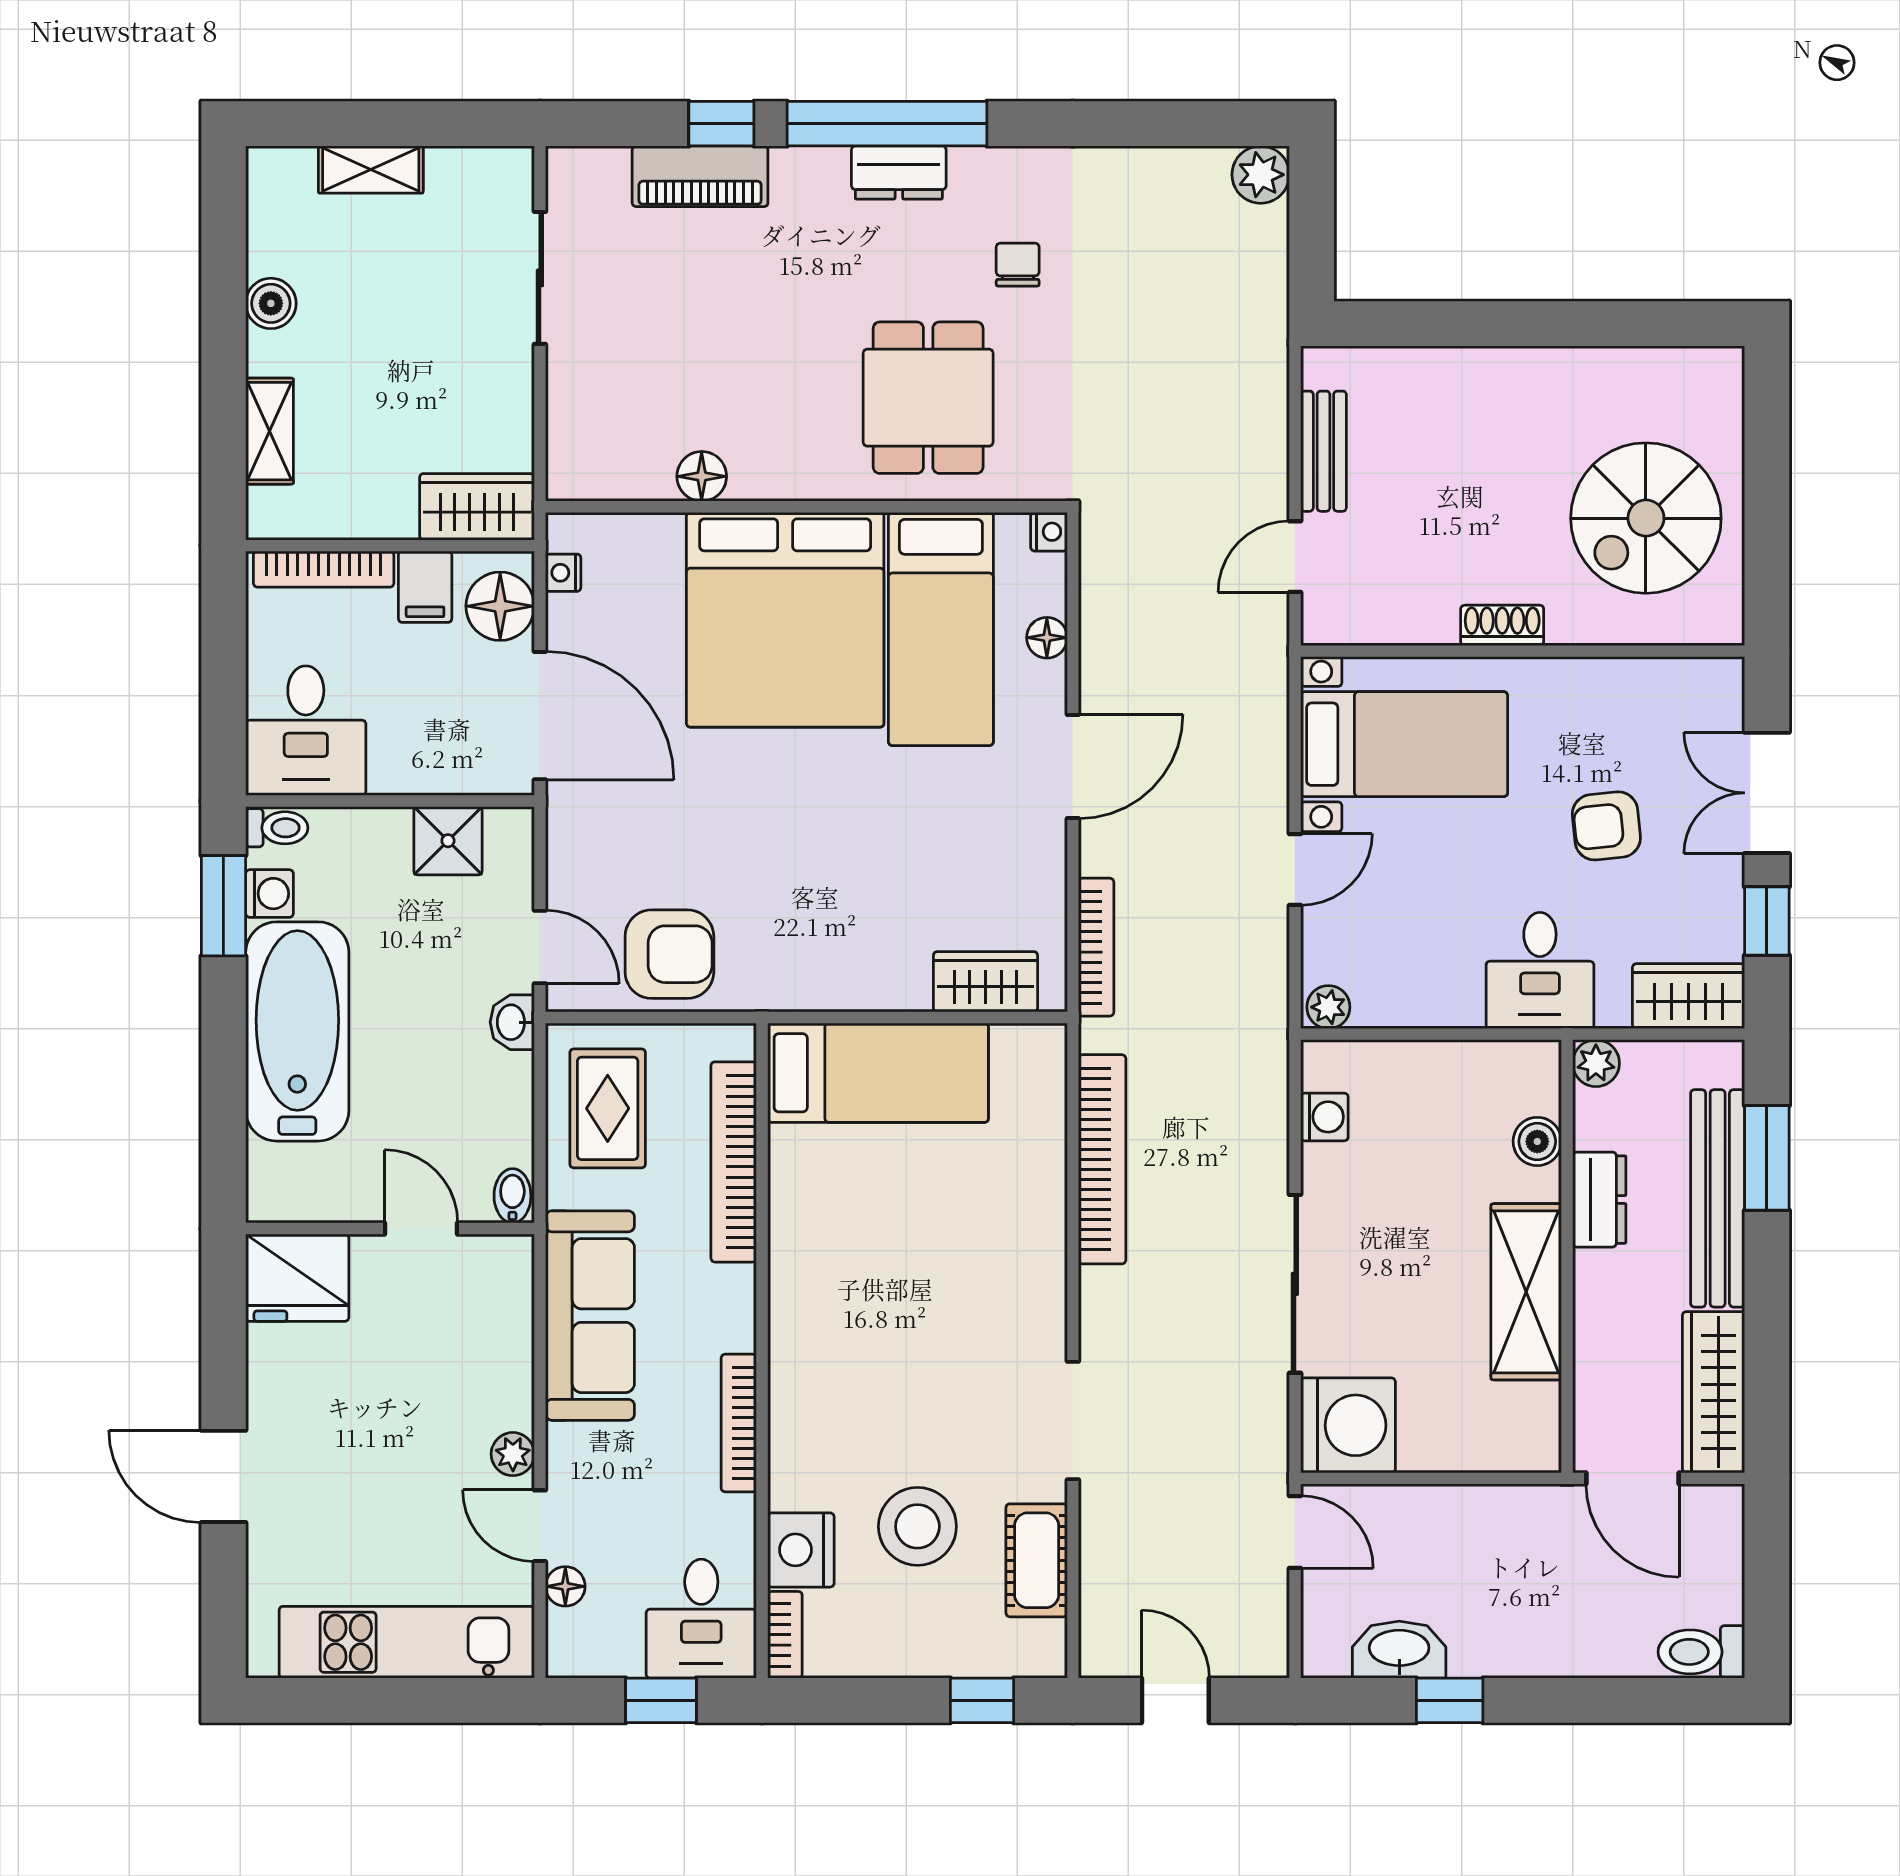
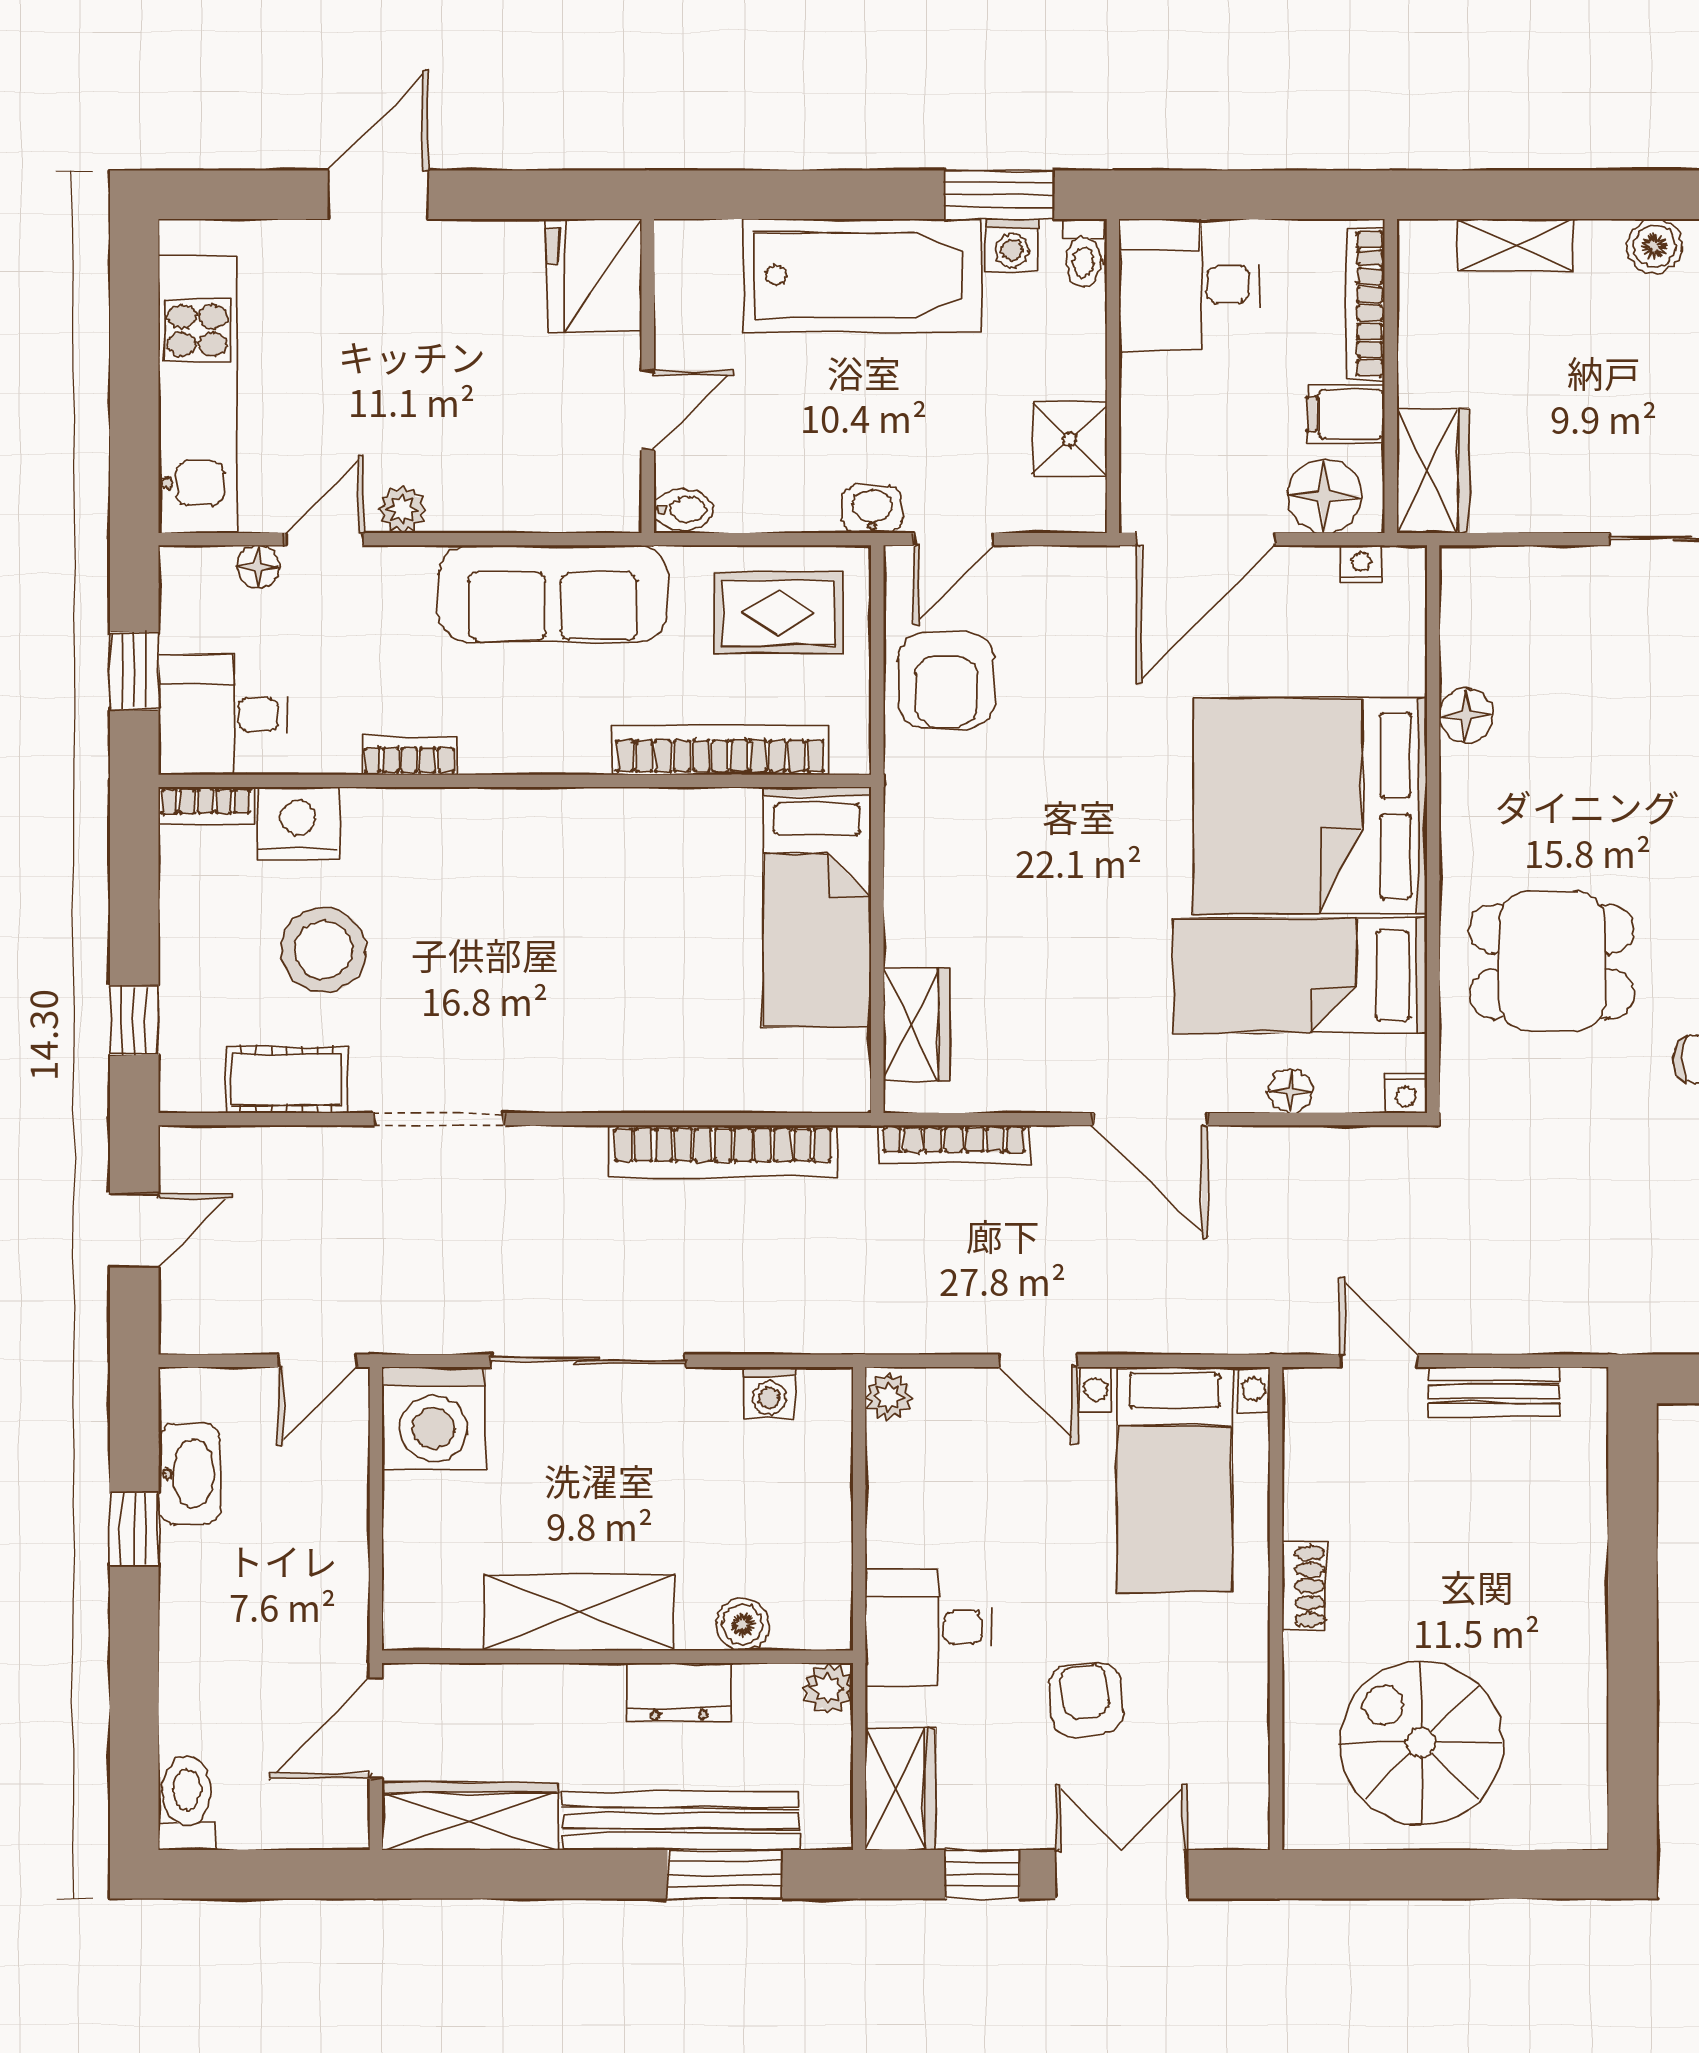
bookcase: (739, 1423) -> (409, 756), width x0.64

